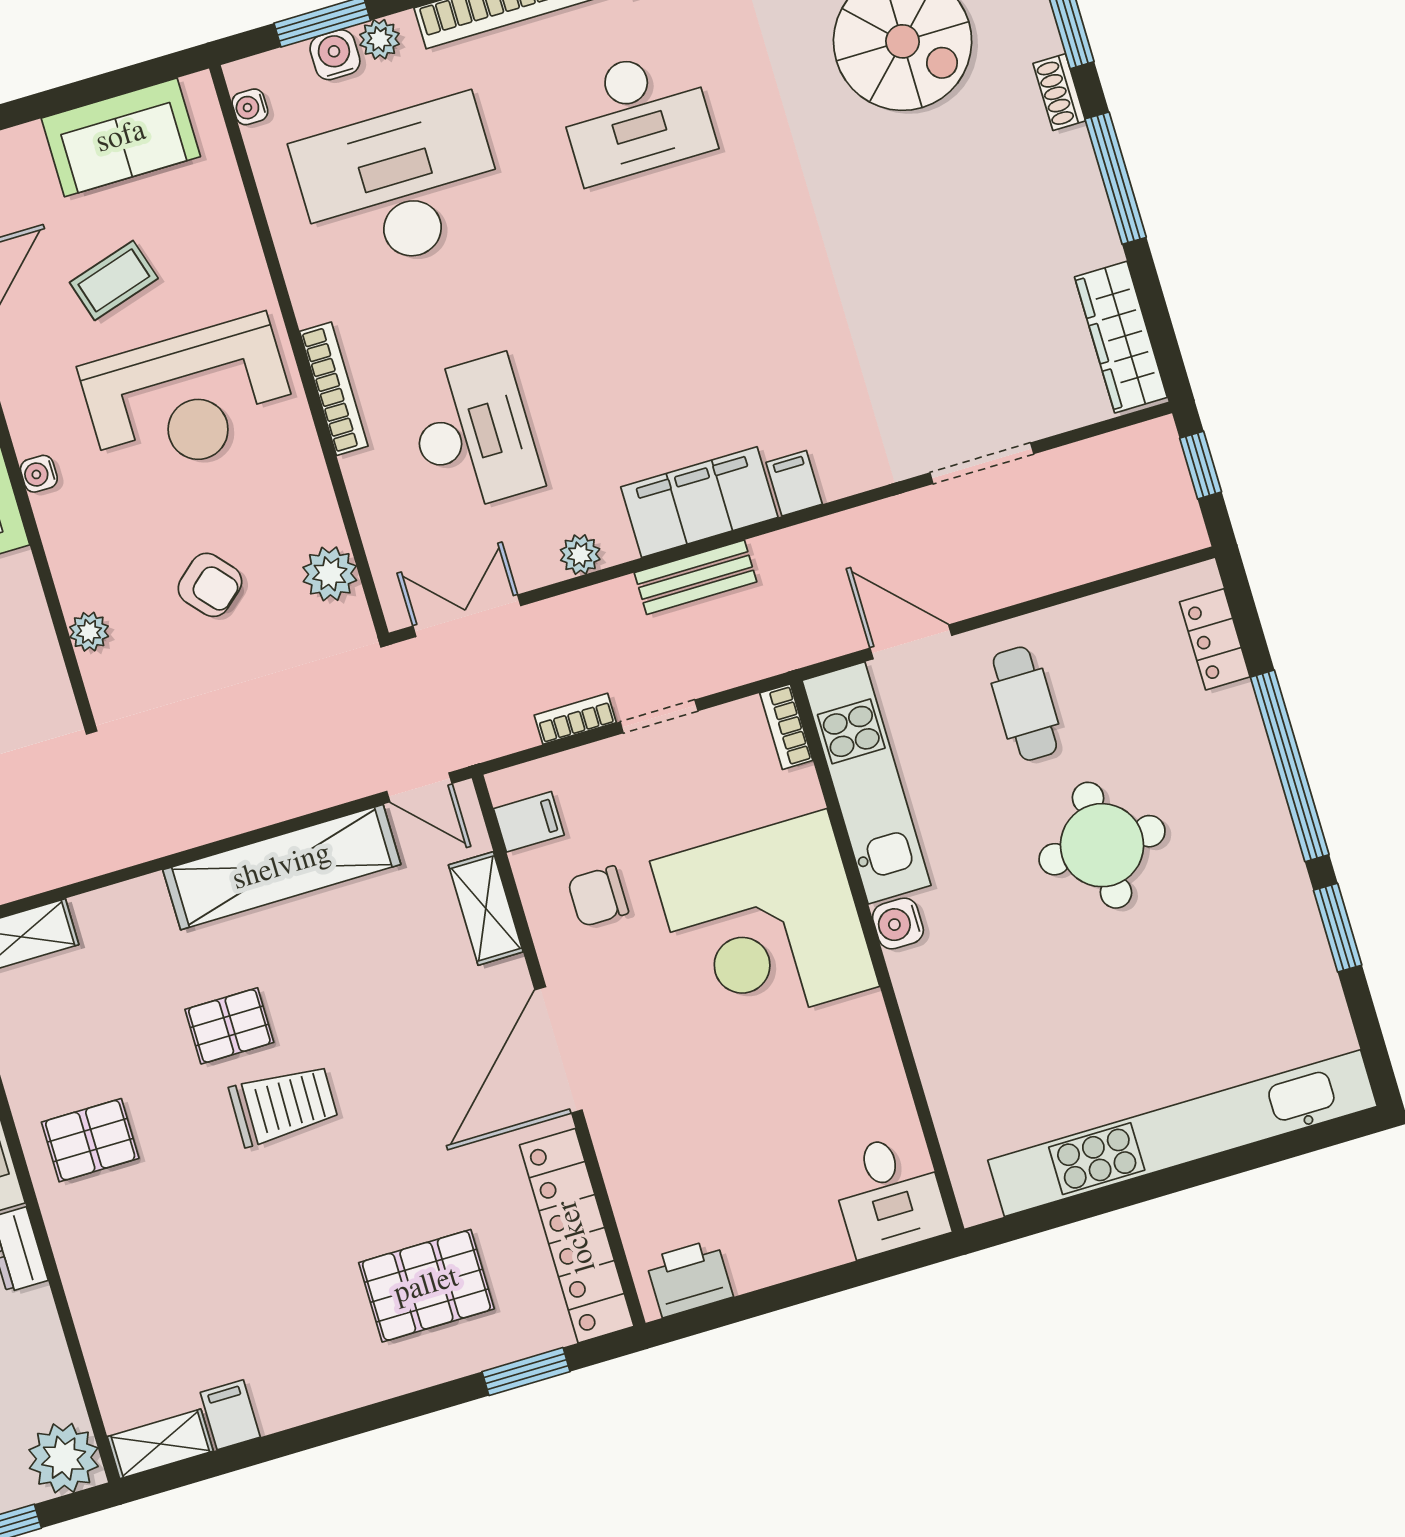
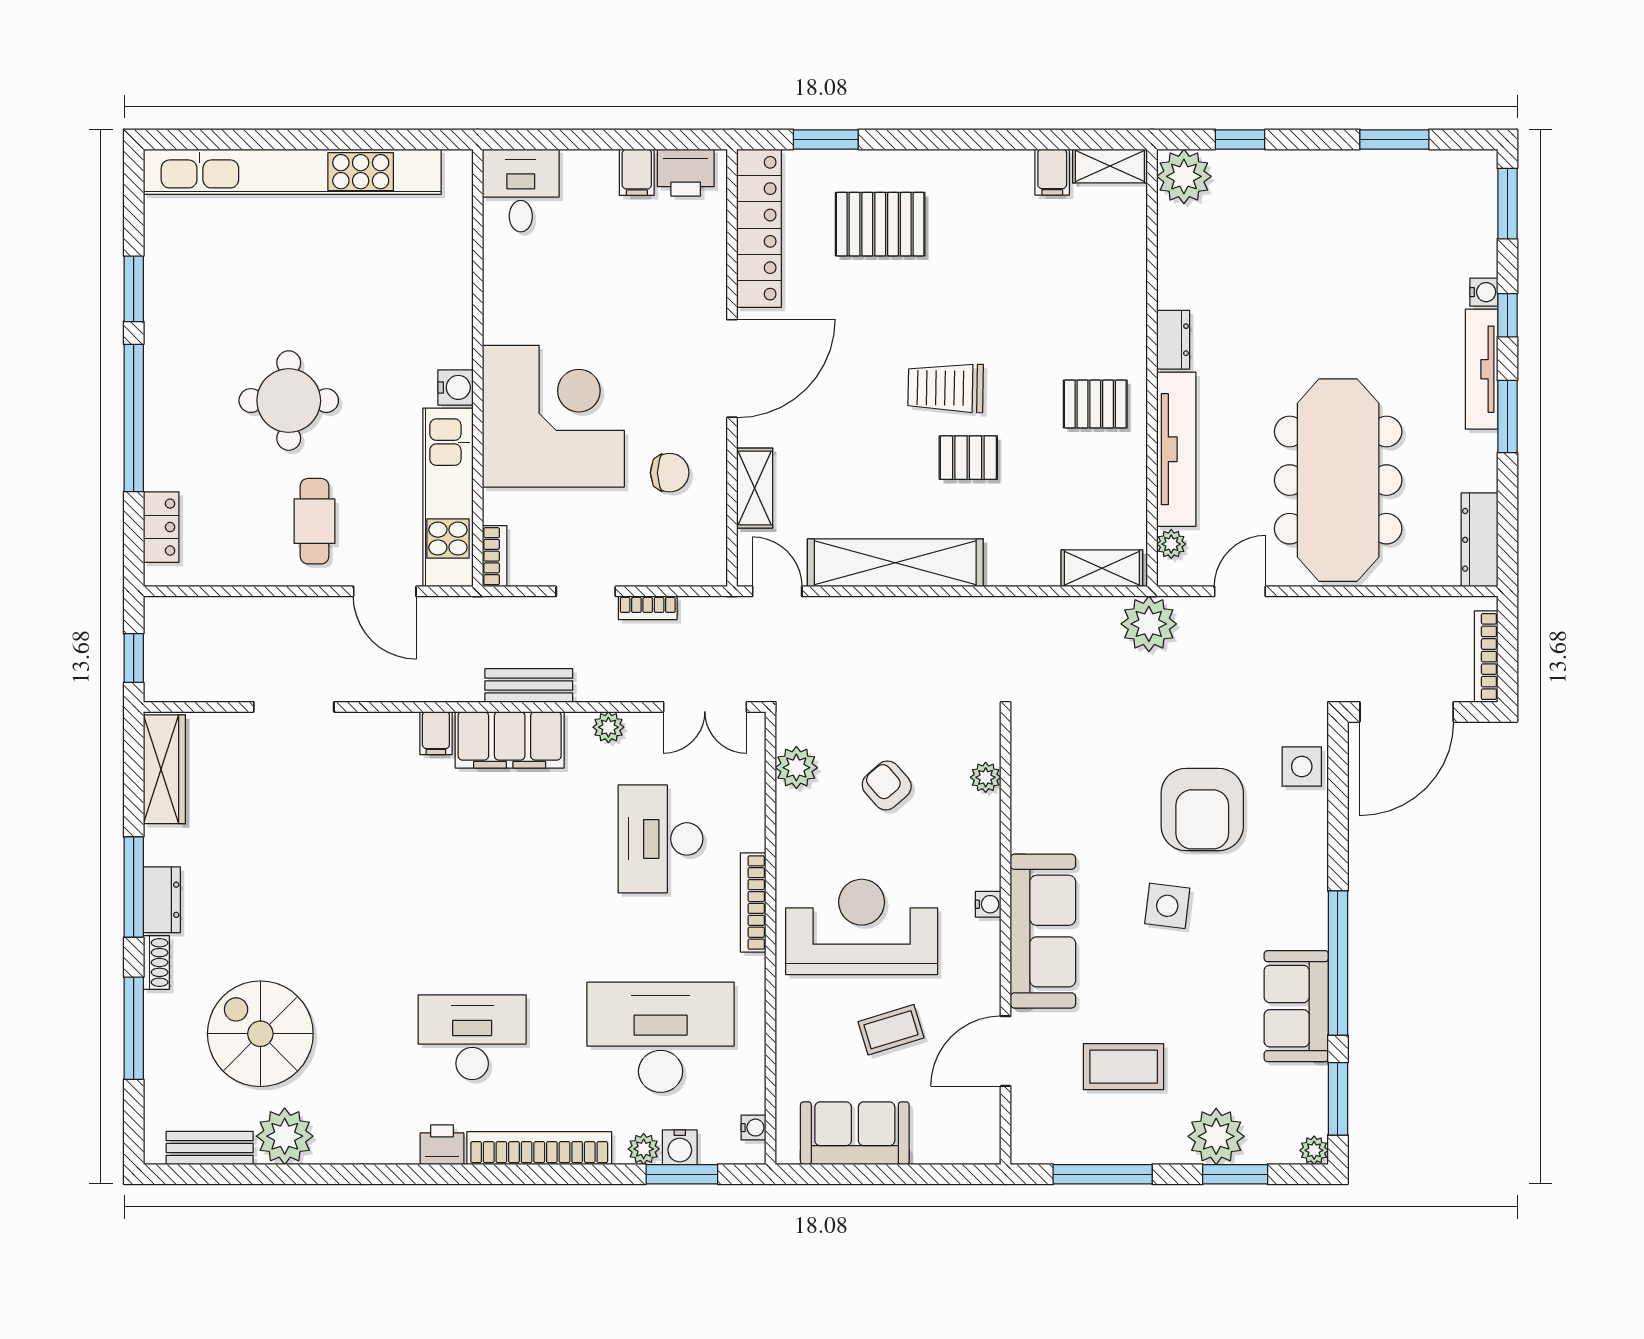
dresser: (1076, 173) -> (162, 900), added
desk: (400, 186) -> (661, 1037), turned 180
filing cabinet: (529, 822) -> (637, 172), moved, turned -90

